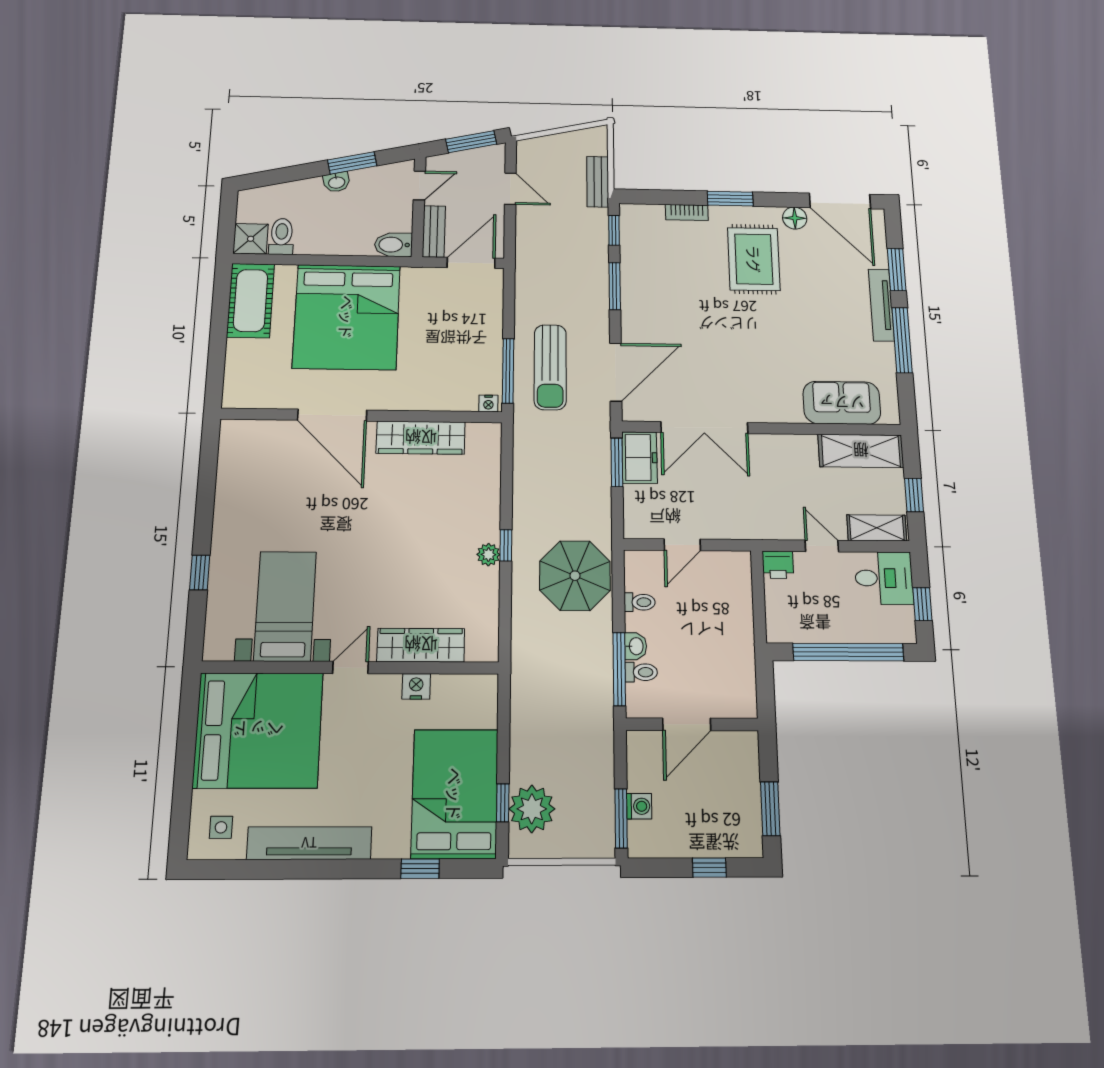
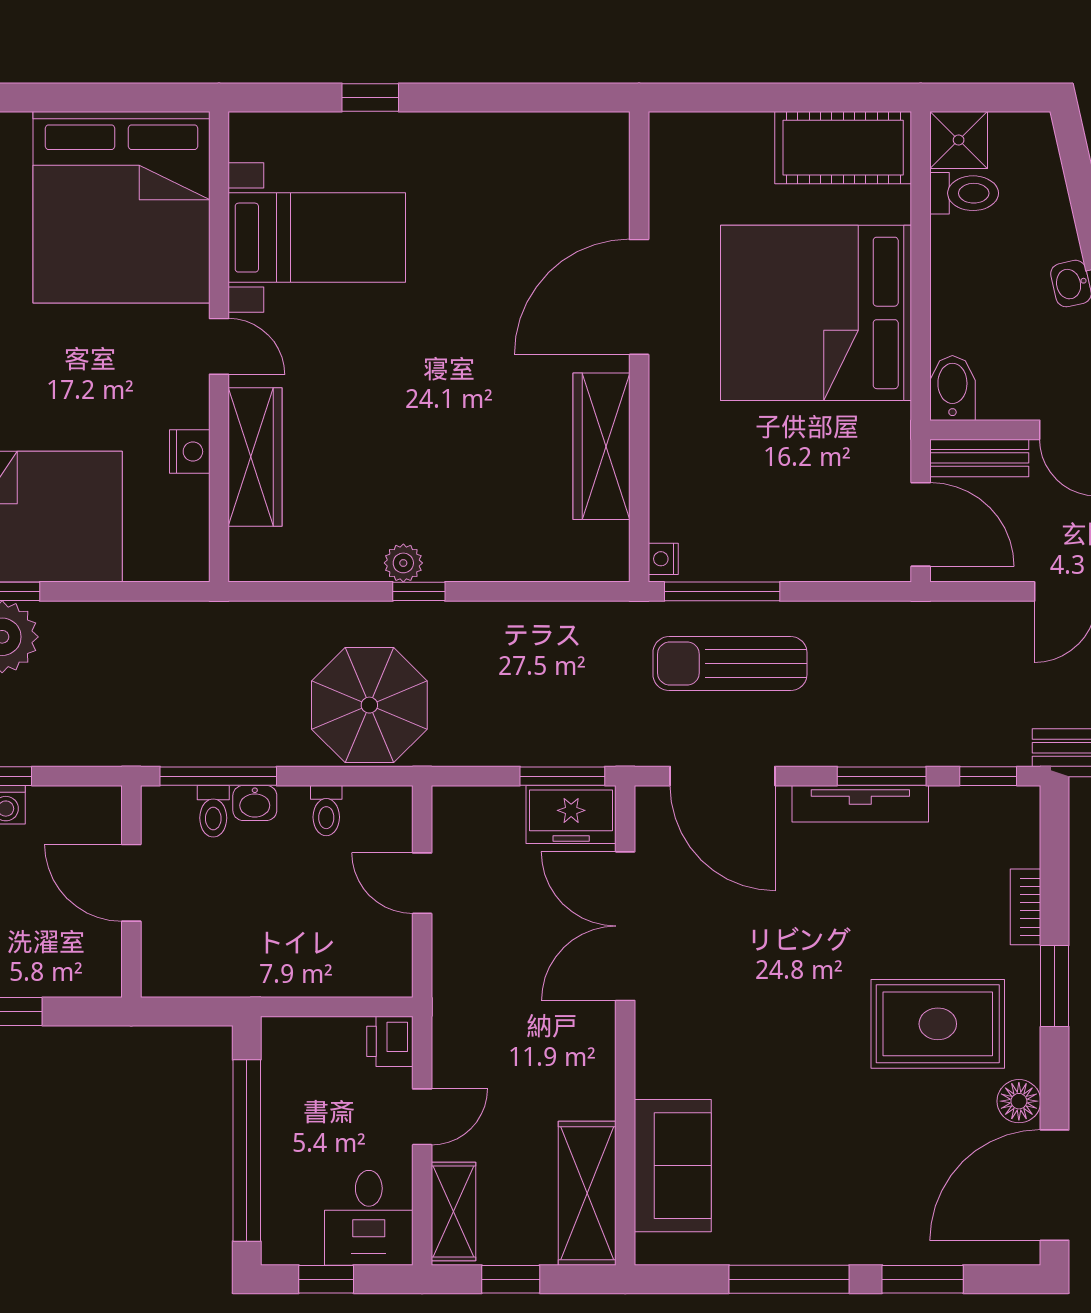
tv unit: (881, 305) -> (860, 804), moved, turned 180

